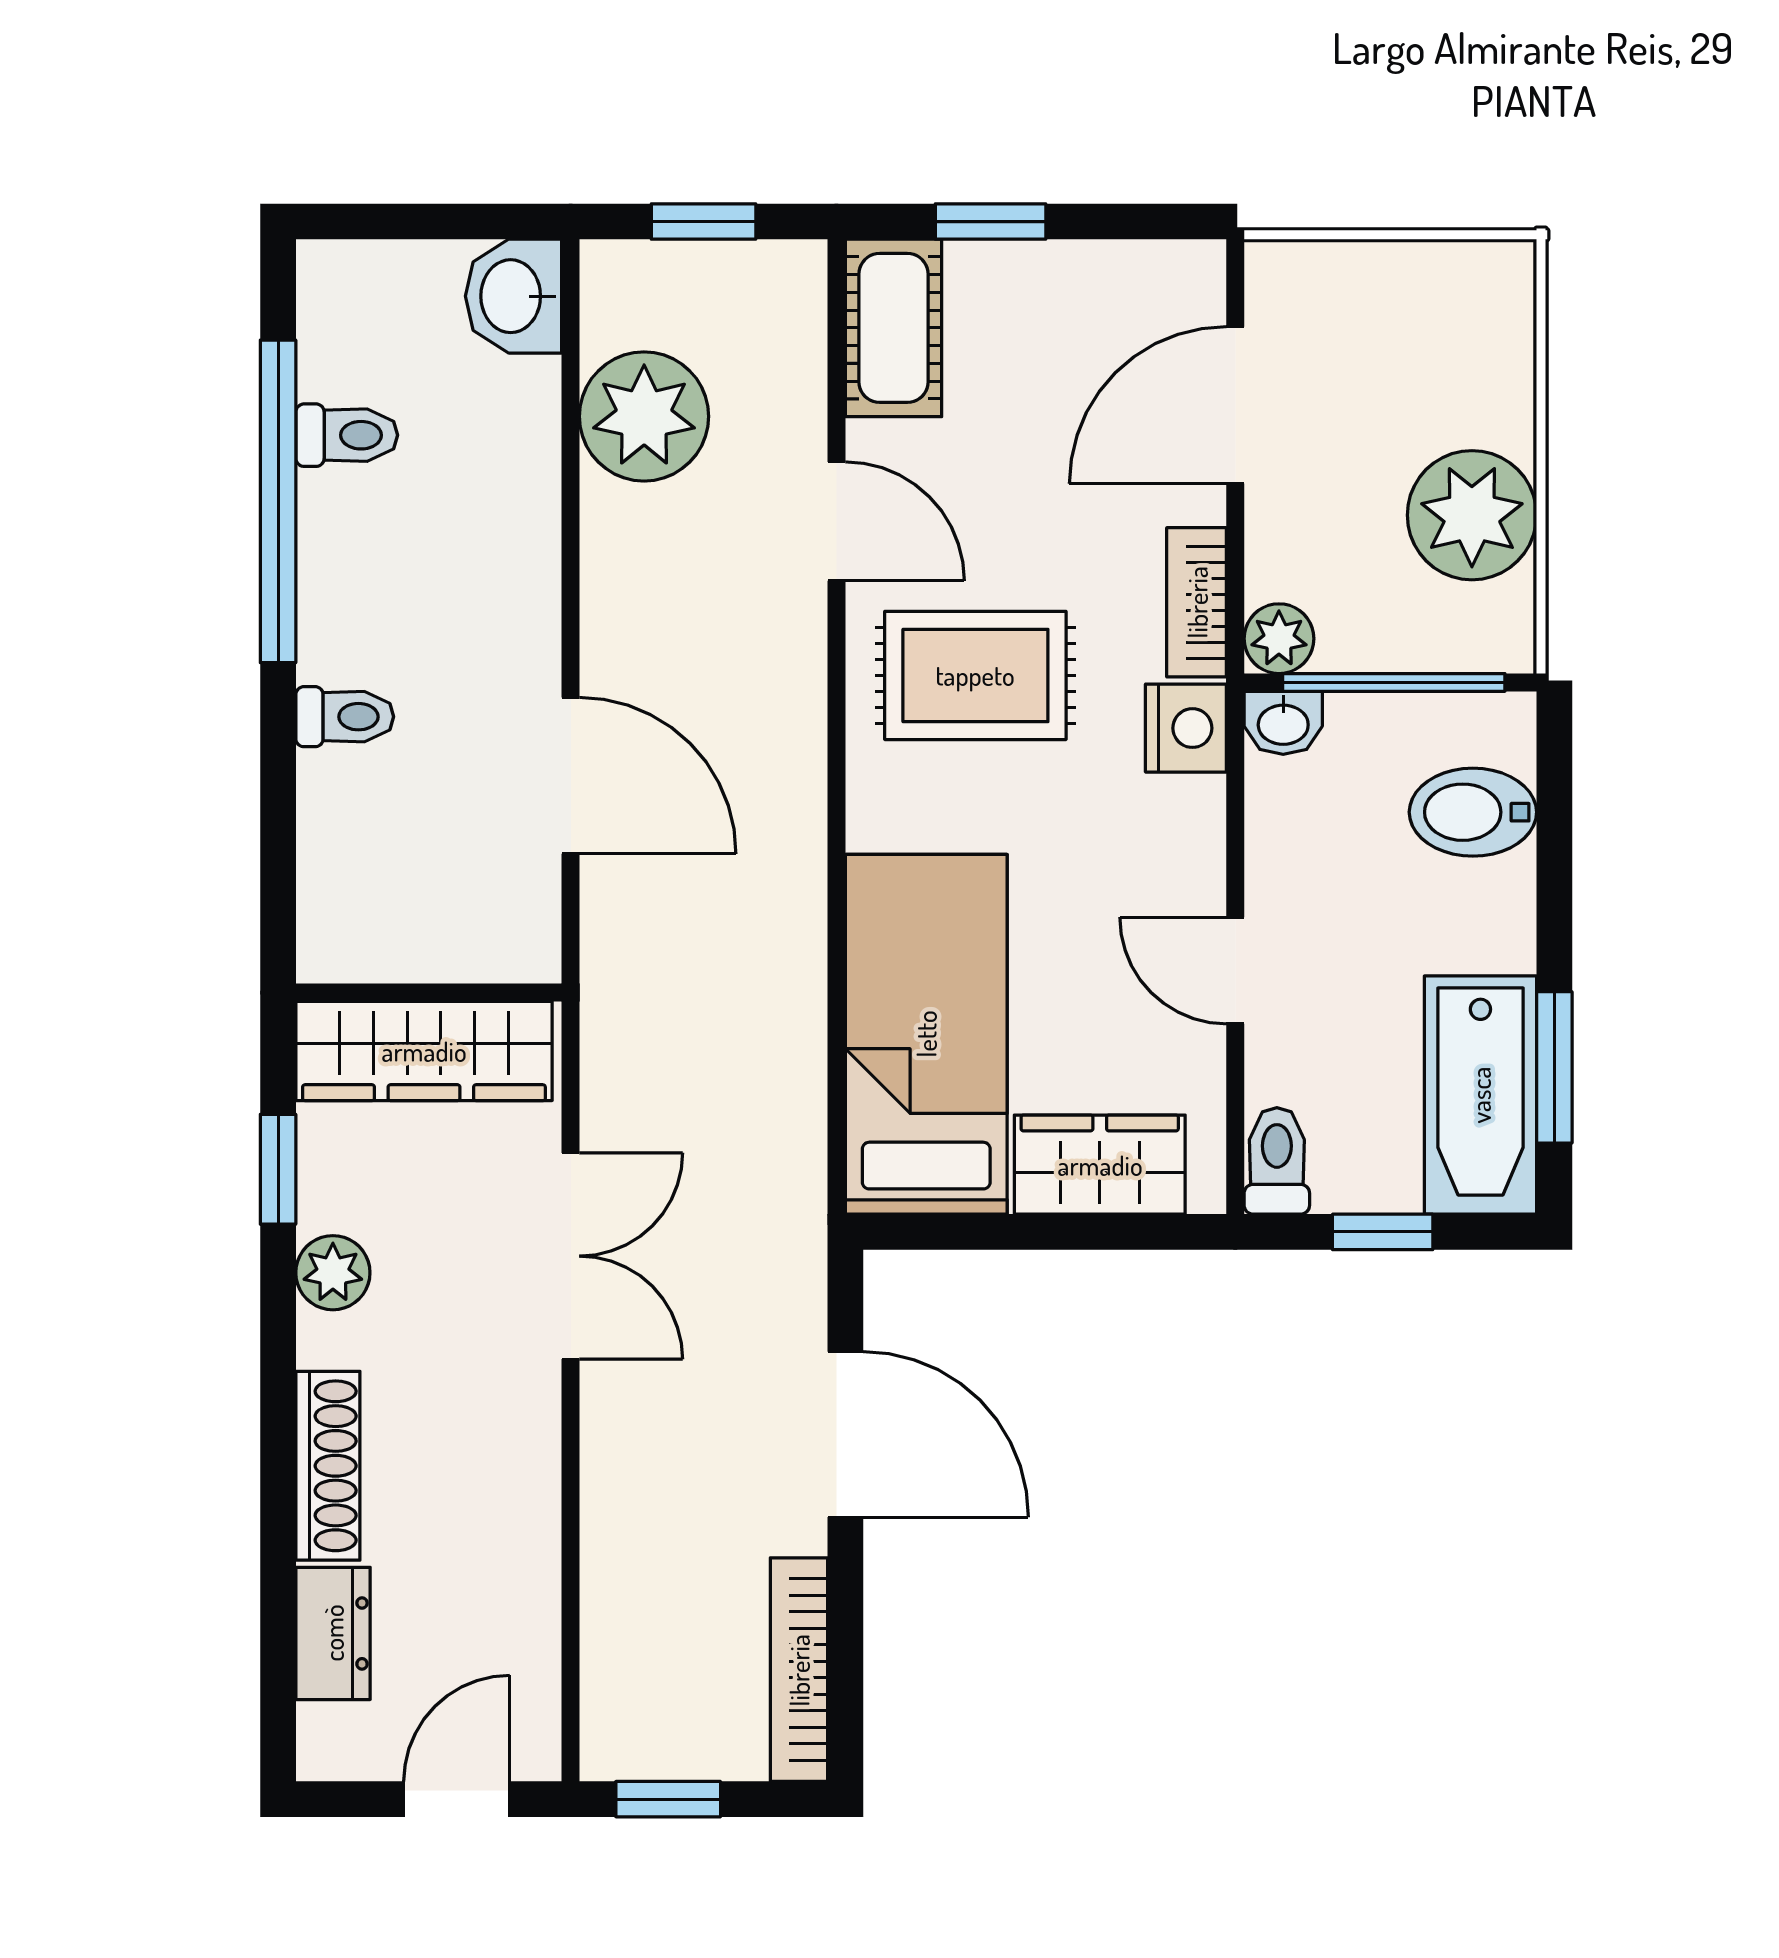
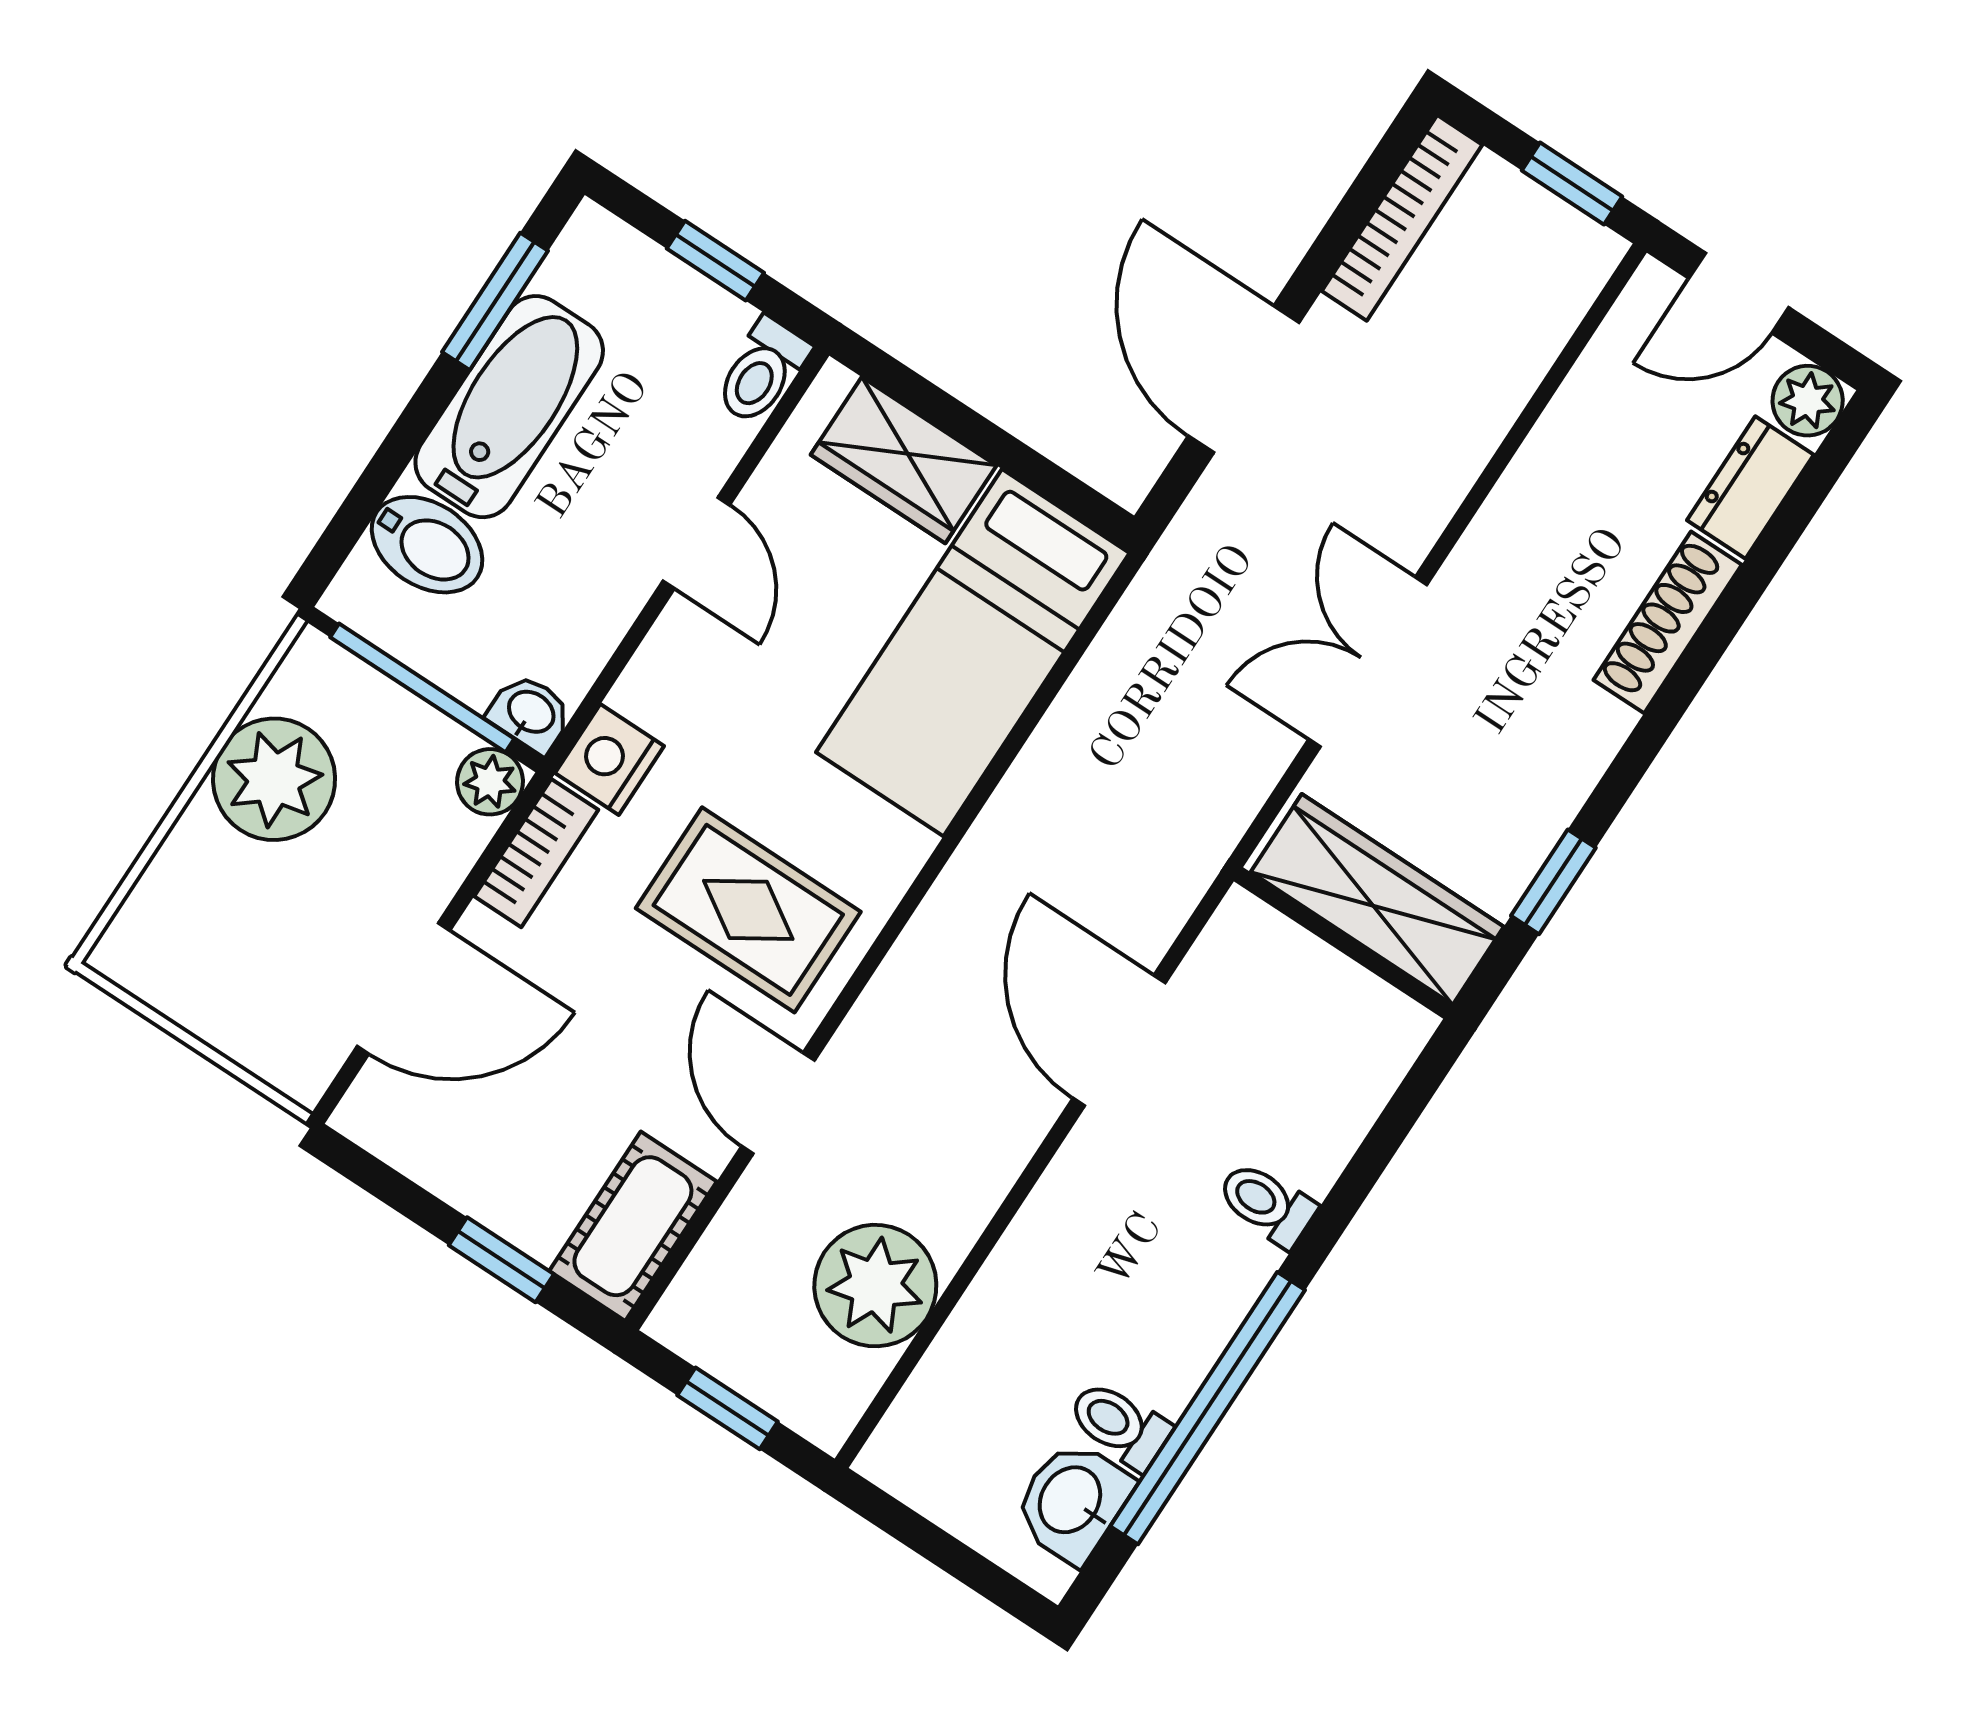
washbasin: (514, 296) -> (1072, 1501), moved, turned 180
bathtub: (1480, 1095) -> (509, 407), moved
plant: (333, 1273) -> (1808, 401), moved

